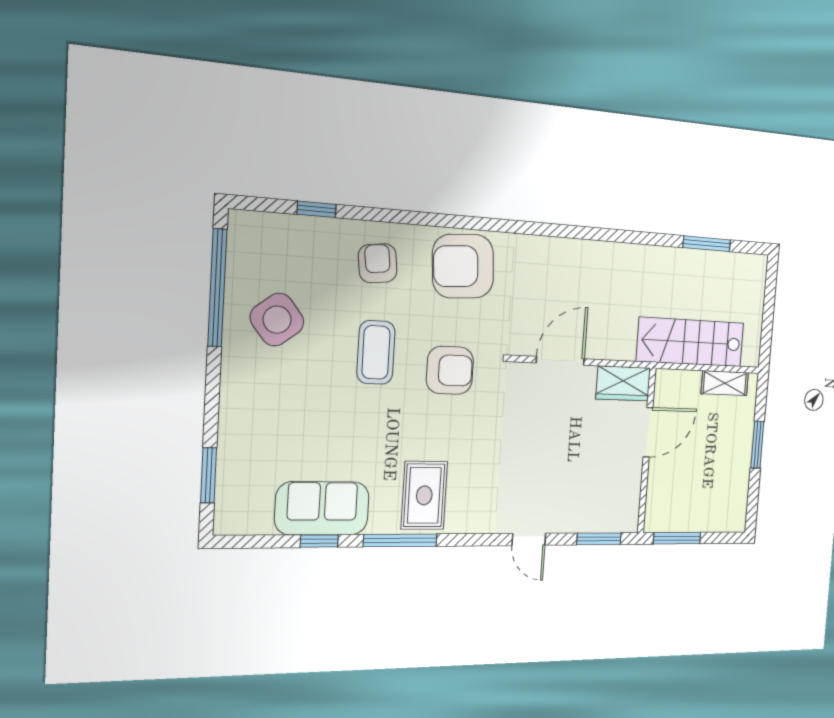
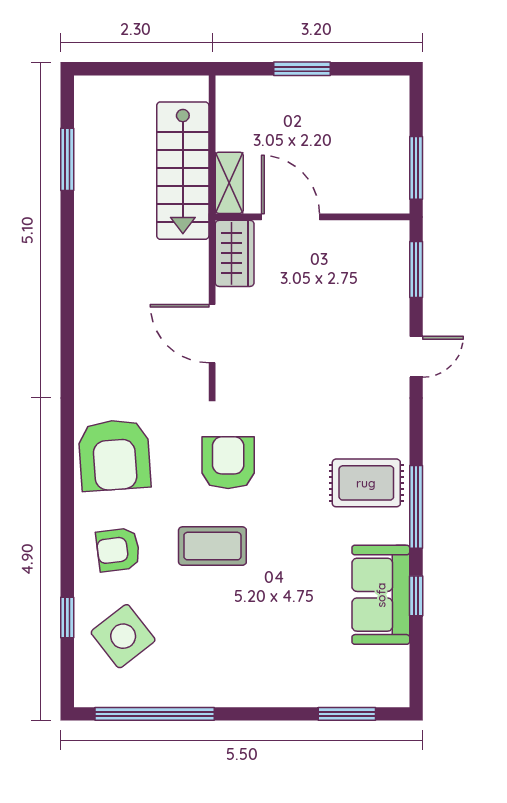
side table: (277, 320) -> (123, 636), moved
shelving: (725, 383) -> (229, 183), moved

